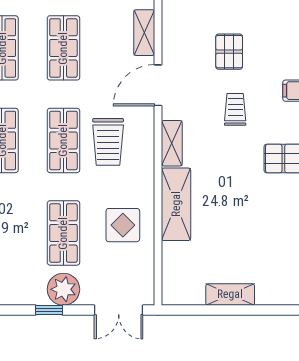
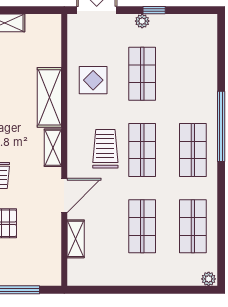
plant: (63, 289) -> (142, 21), width x0.53, depth x0.53

